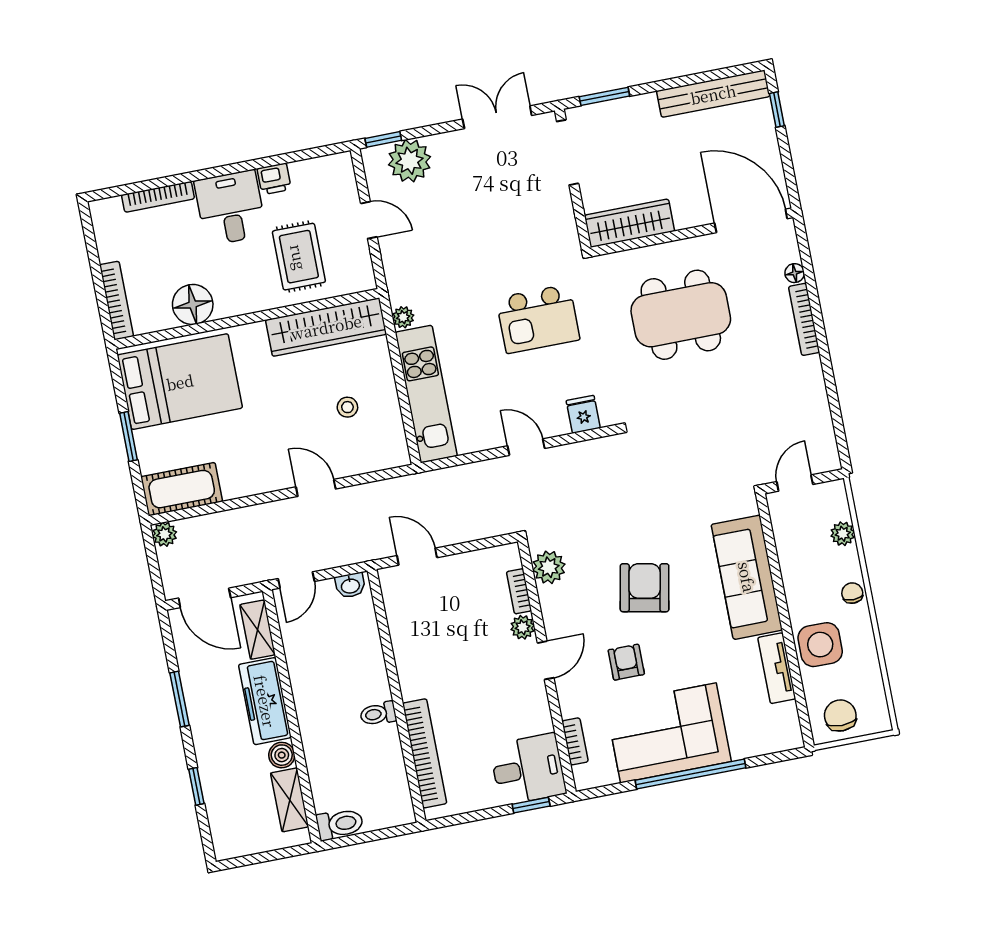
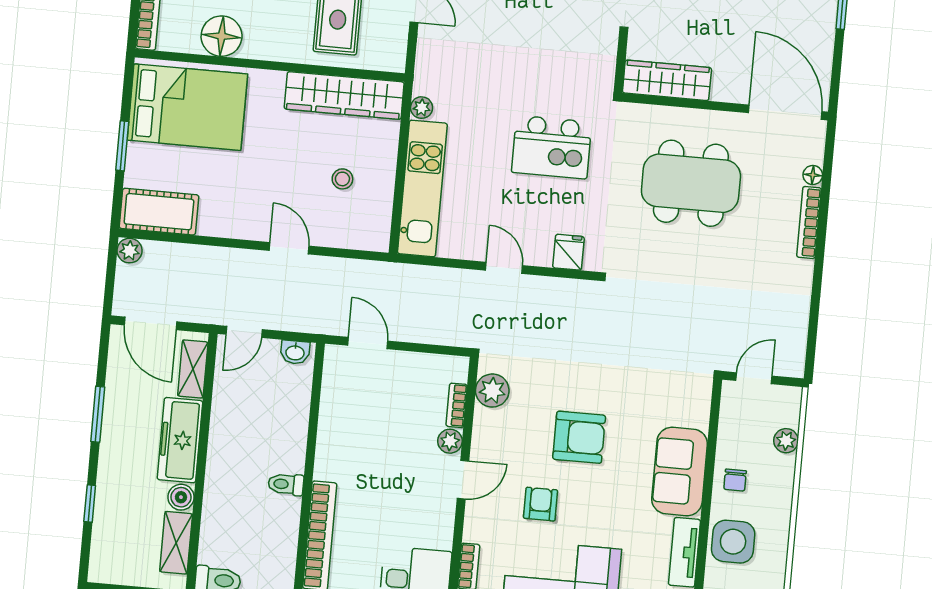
sofa: (747, 577) -> (680, 472), width x0.73
armchair: (645, 588) -> (579, 437), turned 79
chair: (852, 593) -> (735, 480), moved, turned 180

